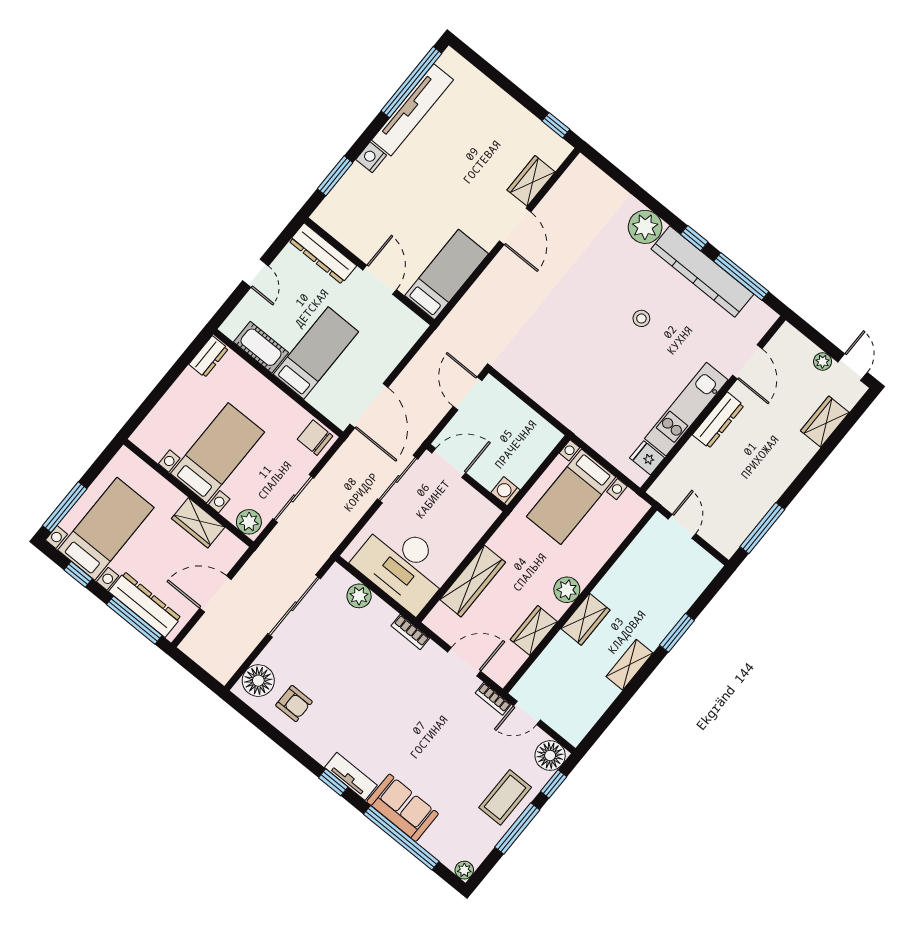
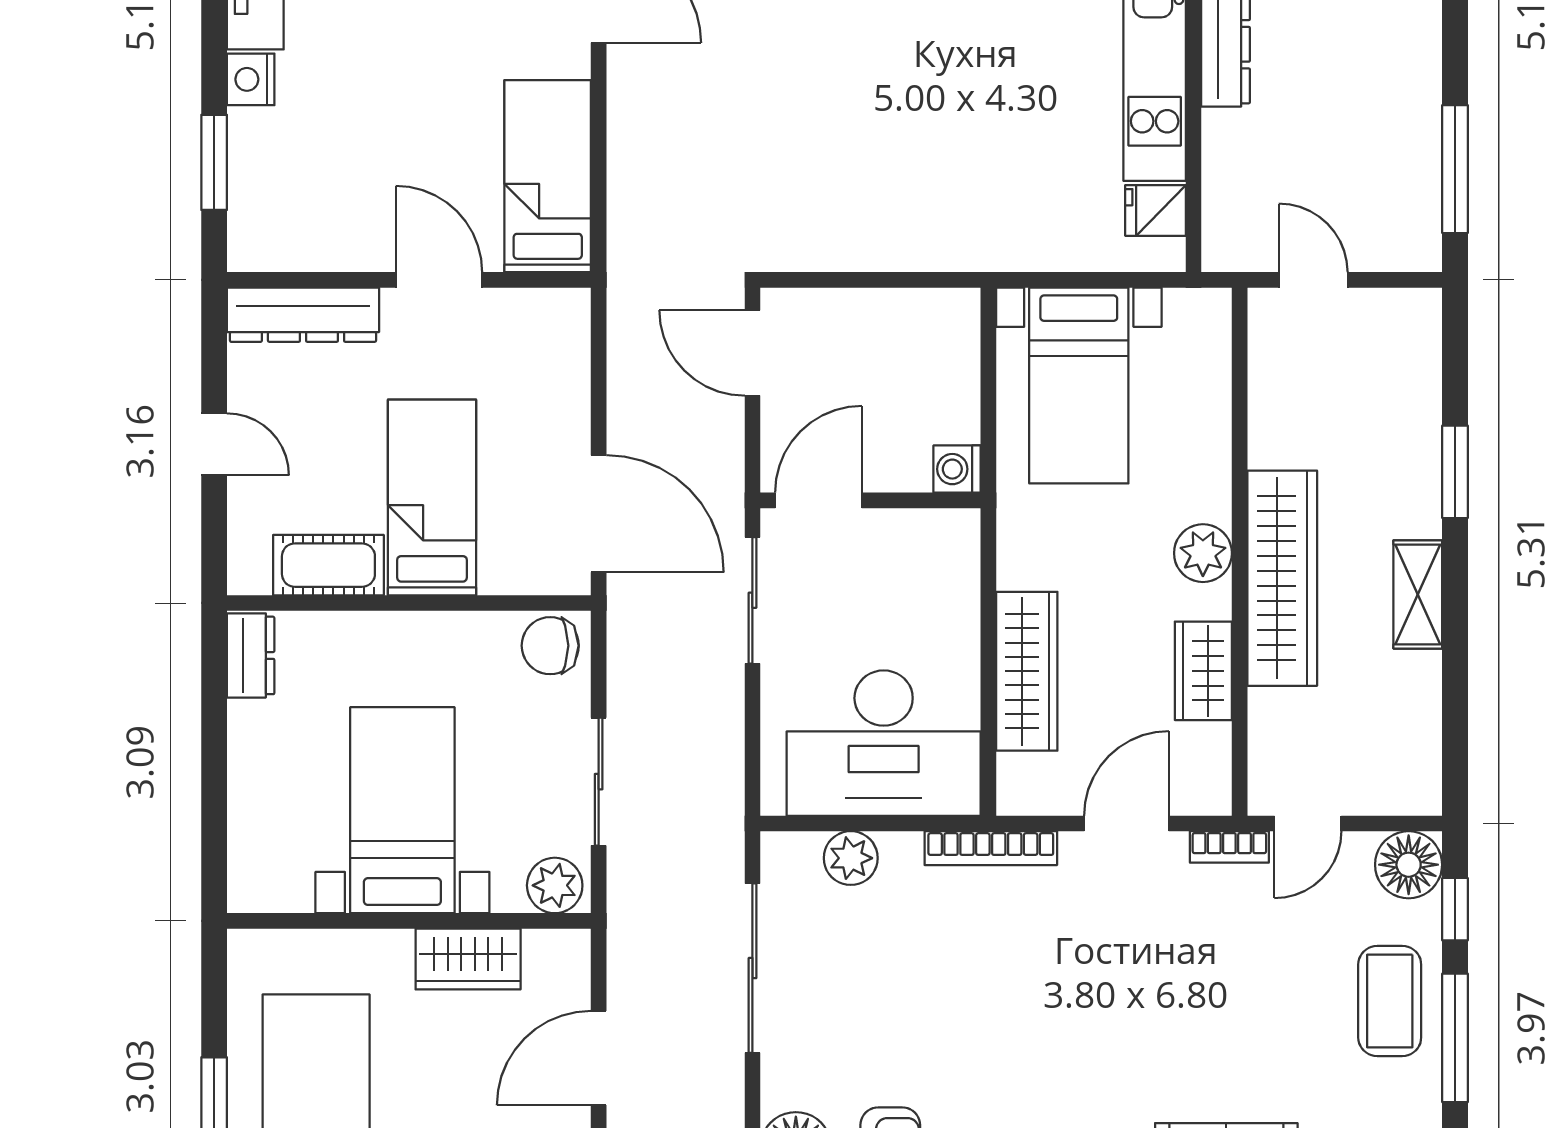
wardrobe: (585, 619) -> (1282, 578), width x2.10, depth x1.17
bookcase: (410, 632) -> (991, 848), width x1.56

